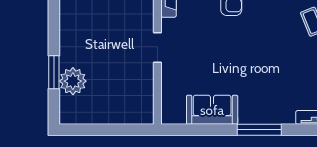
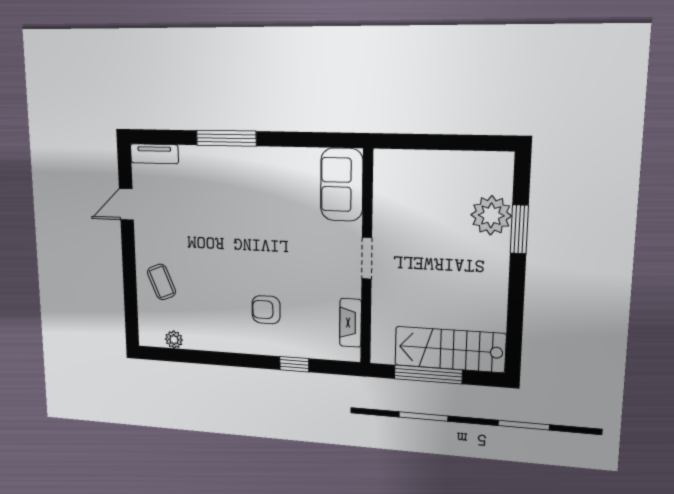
sofa: (212, 110) -> (342, 185), moved, turned 90

